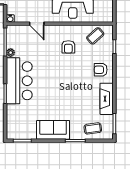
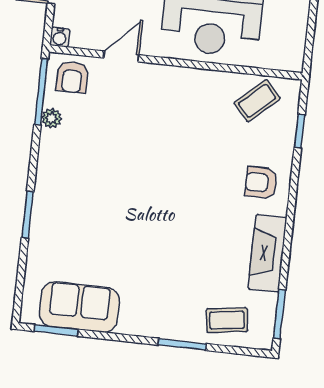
door: (37, 24) -> (121, 56), swing flipped
armchair: (68, 47) -> (72, 77), moved
bar counter: (19, 81) -> (65, 187), removed
sofa: (53, 130) -> (79, 307), moved

